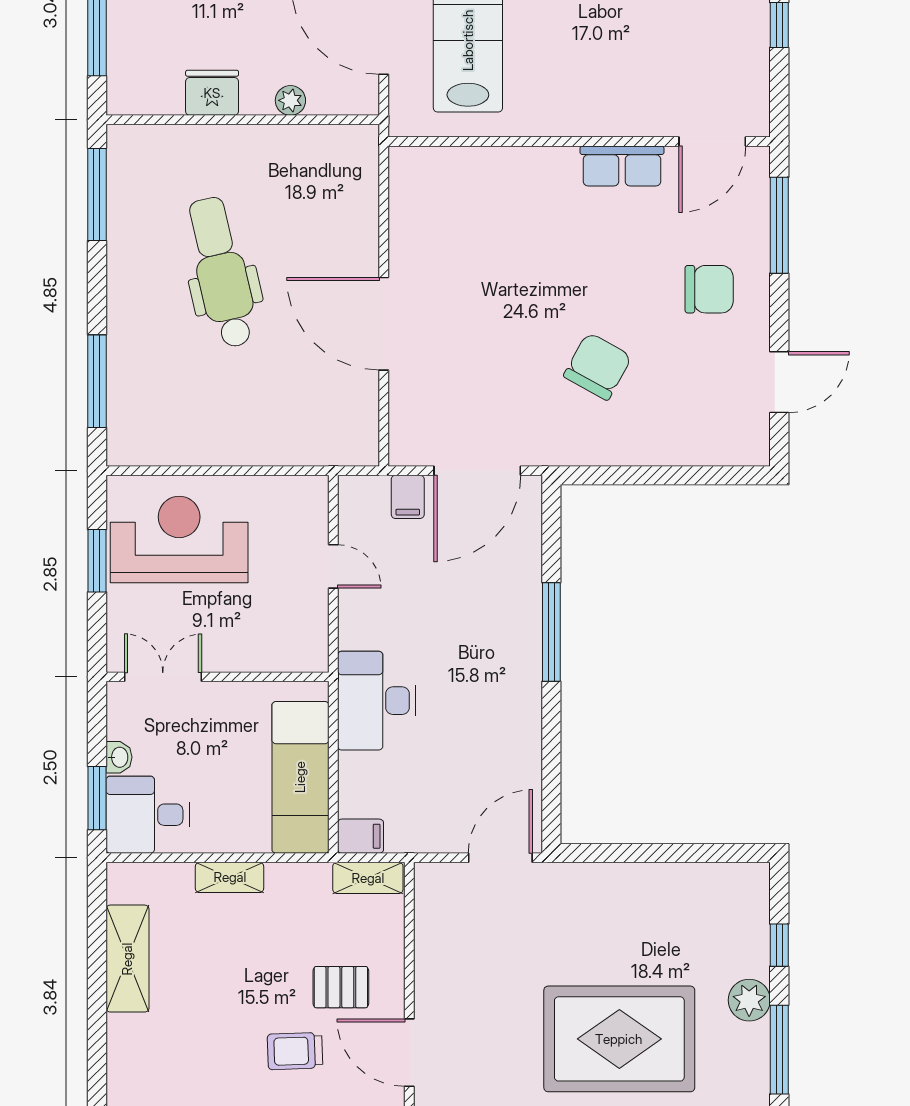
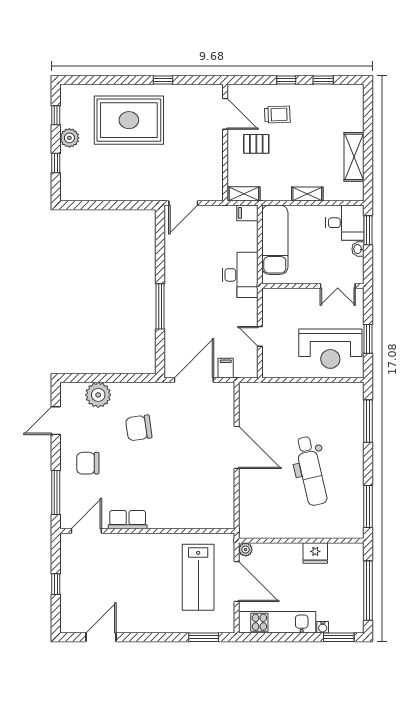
plant: (290, 100) -> (246, 550), moved
chair: (598, 366) -> (139, 428), turned 53
plant: (686, 438) -> (98, 395), added
window: (779, 1050) -> (56, 115), width x0.46

